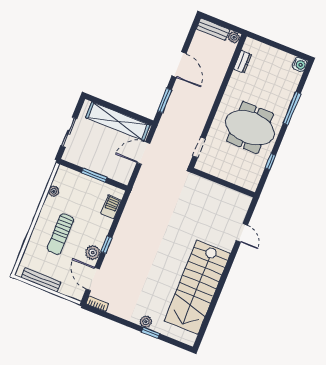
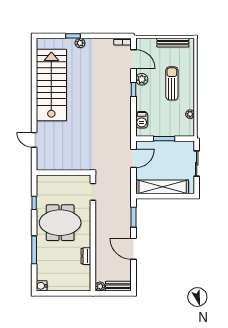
dresser: (243, 62) -> (86, 256), moved
door: (143, 153) -> (133, 158), moved

